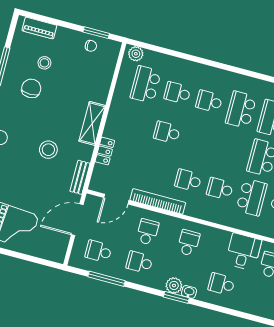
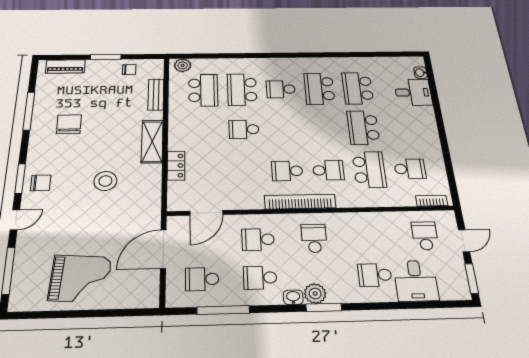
window: (96, 33) -> (106, 57), moved
stool: (44, 63) -> (79, 97), removed
school desk: (146, 84) -> (203, 90), turned 180
school desk: (177, 93) -> (242, 90), width x1.85
bench: (80, 177) -> (156, 94), moved
school desk: (220, 189) -> (328, 170), turned 180
bookcase: (158, 201) -> (300, 202), moved
school desk: (147, 232) -> (258, 239), turned -90
desk: (243, 252) -> (416, 281), moved, turned 180
washbasin: (189, 292) -> (293, 297), moved

